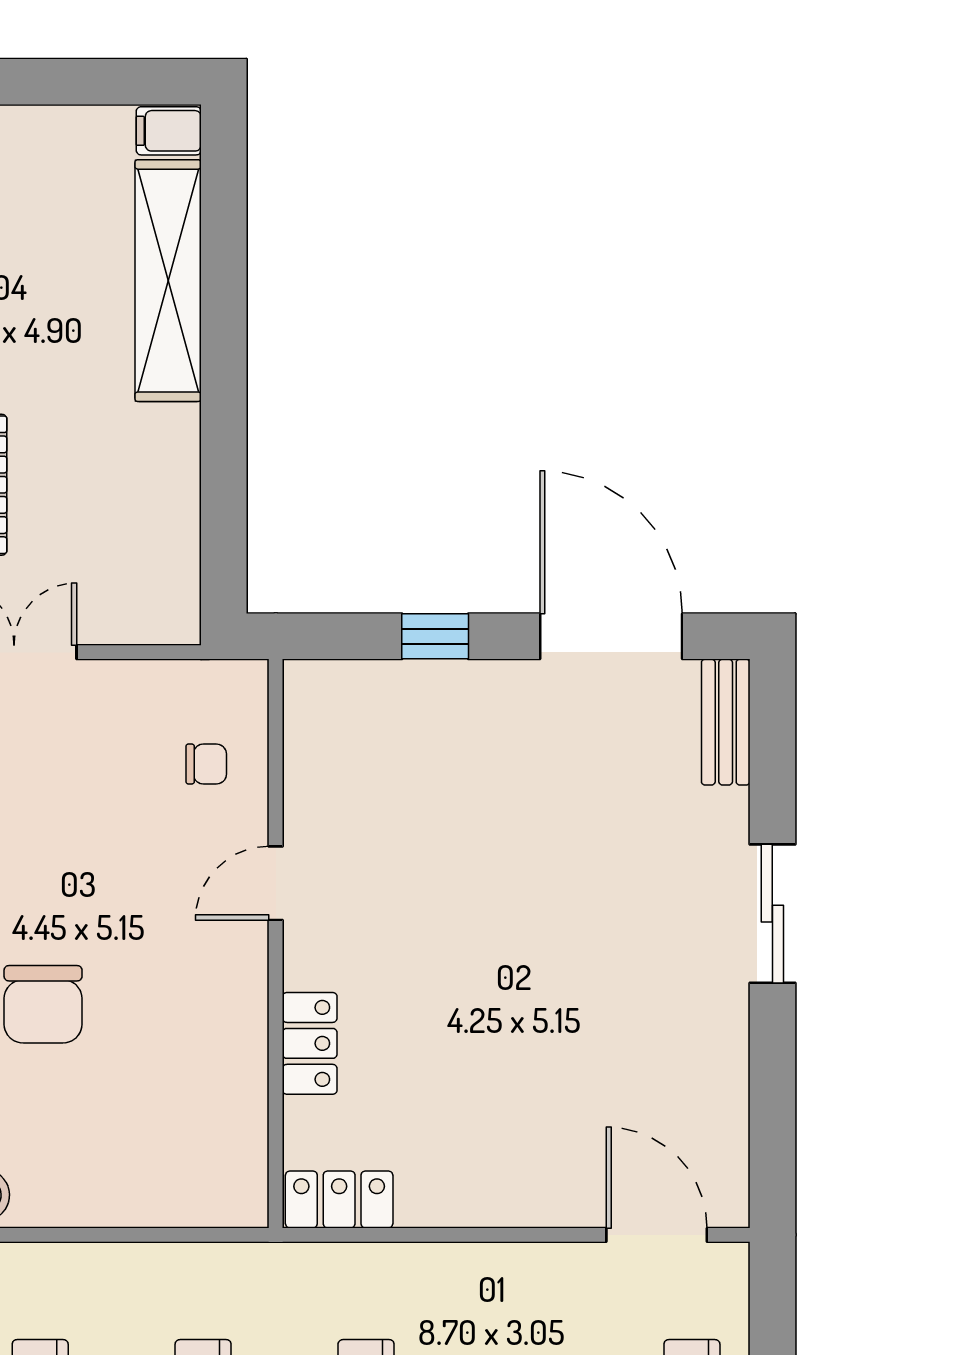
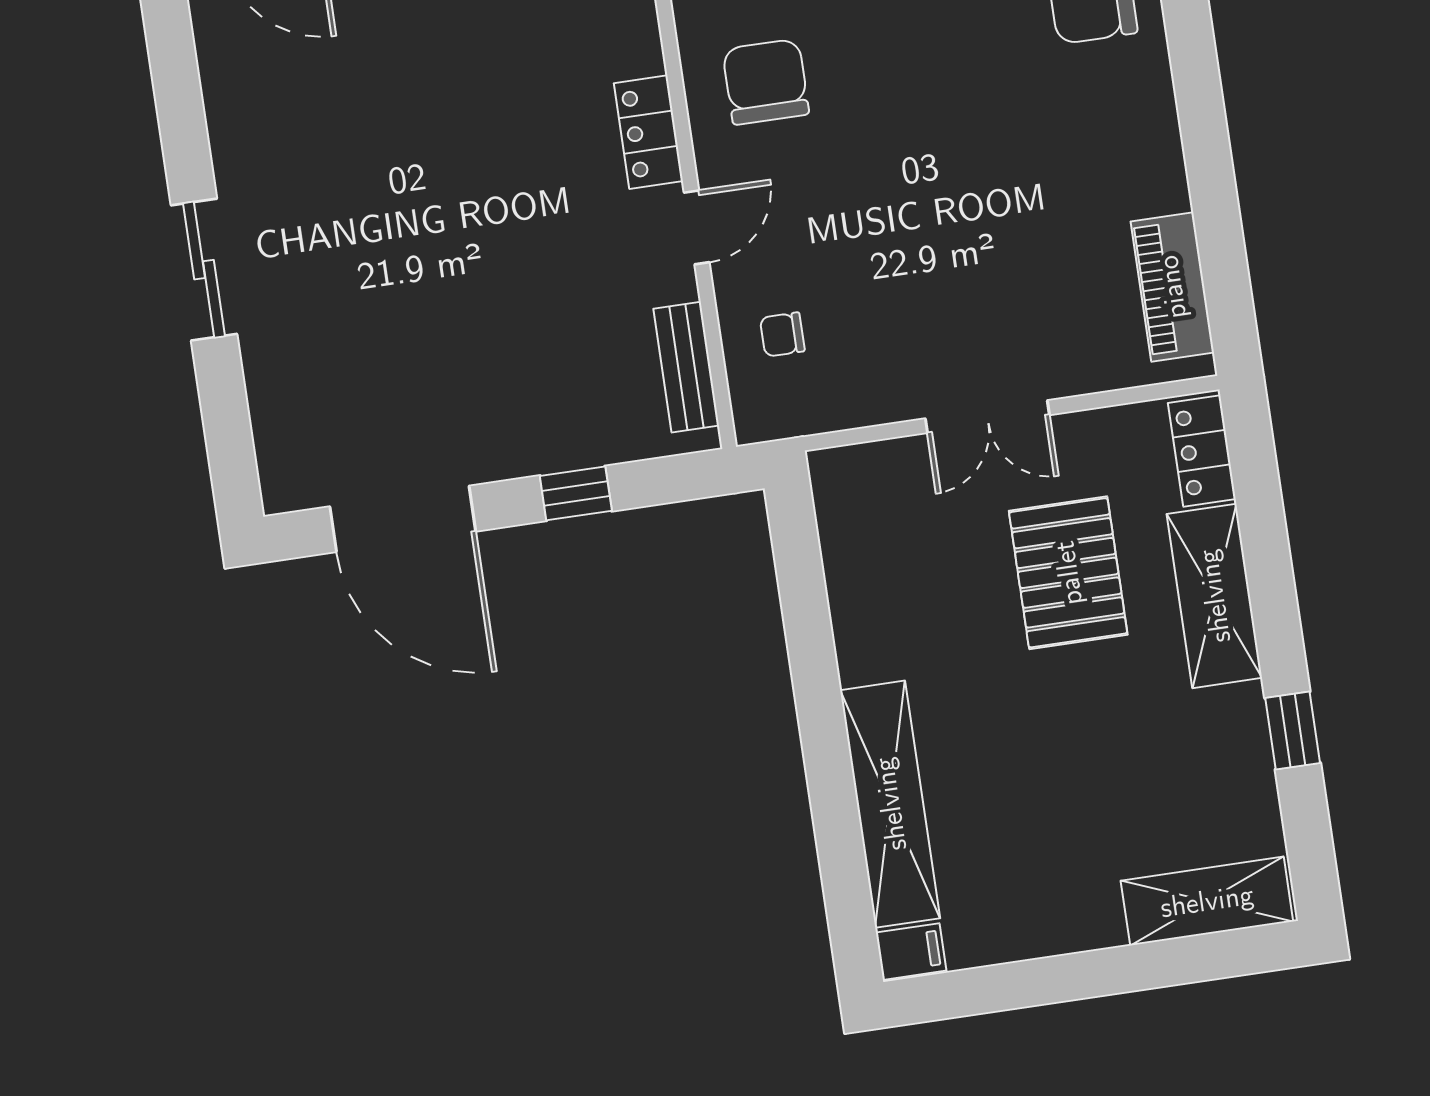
bench: (726, 722) -> (686, 367), moved
chair: (43, 1004) -> (766, 82), moved
locker: (310, 1043) -> (648, 132), moved

